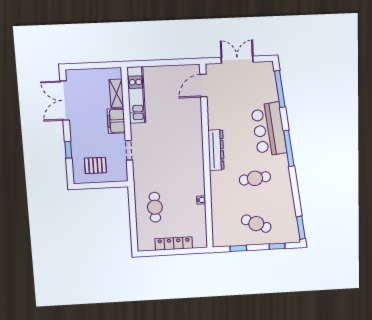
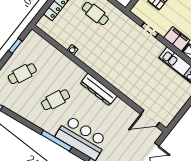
door: (203, 86) -> (150, 118), swing flipped
cafe table: (255, 178) -> (56, 100), turned 30

